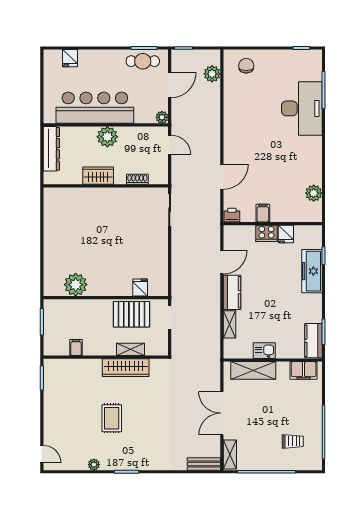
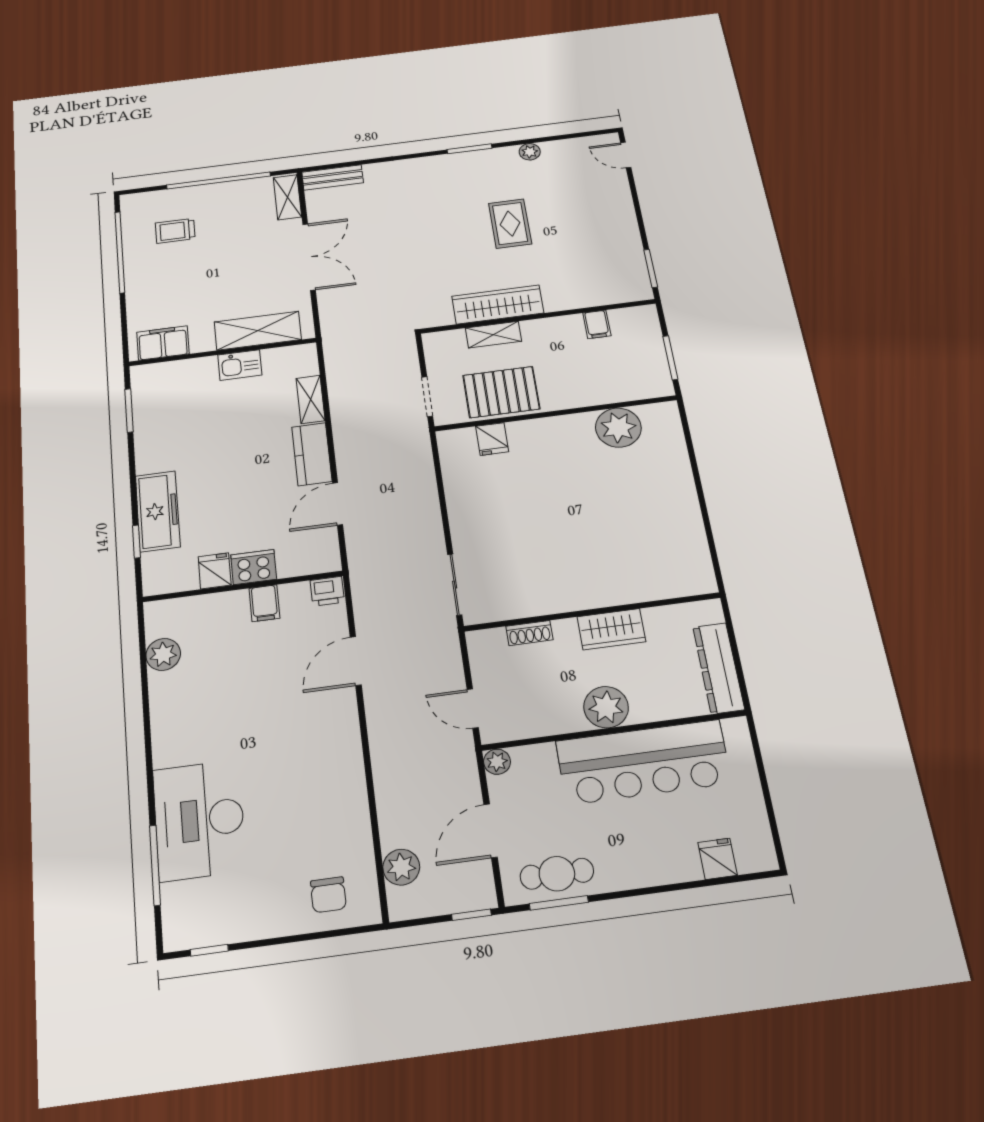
kitchen counter: (313, 341) -> (147, 393), removed

